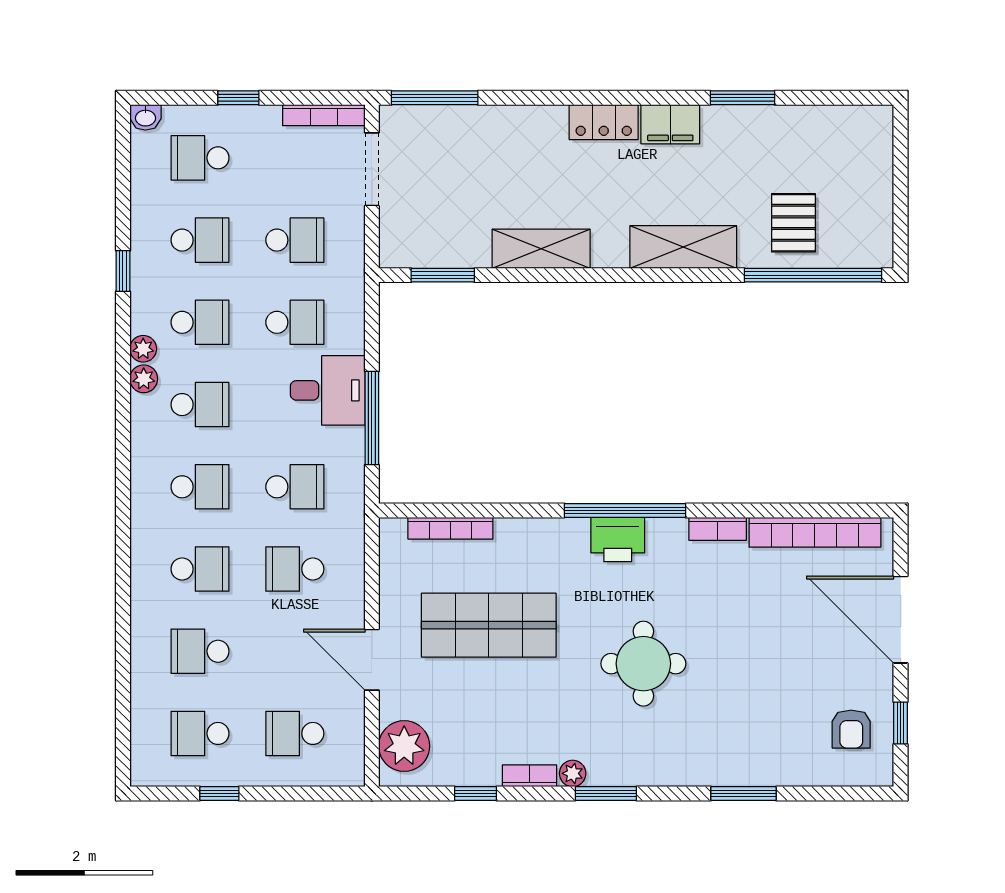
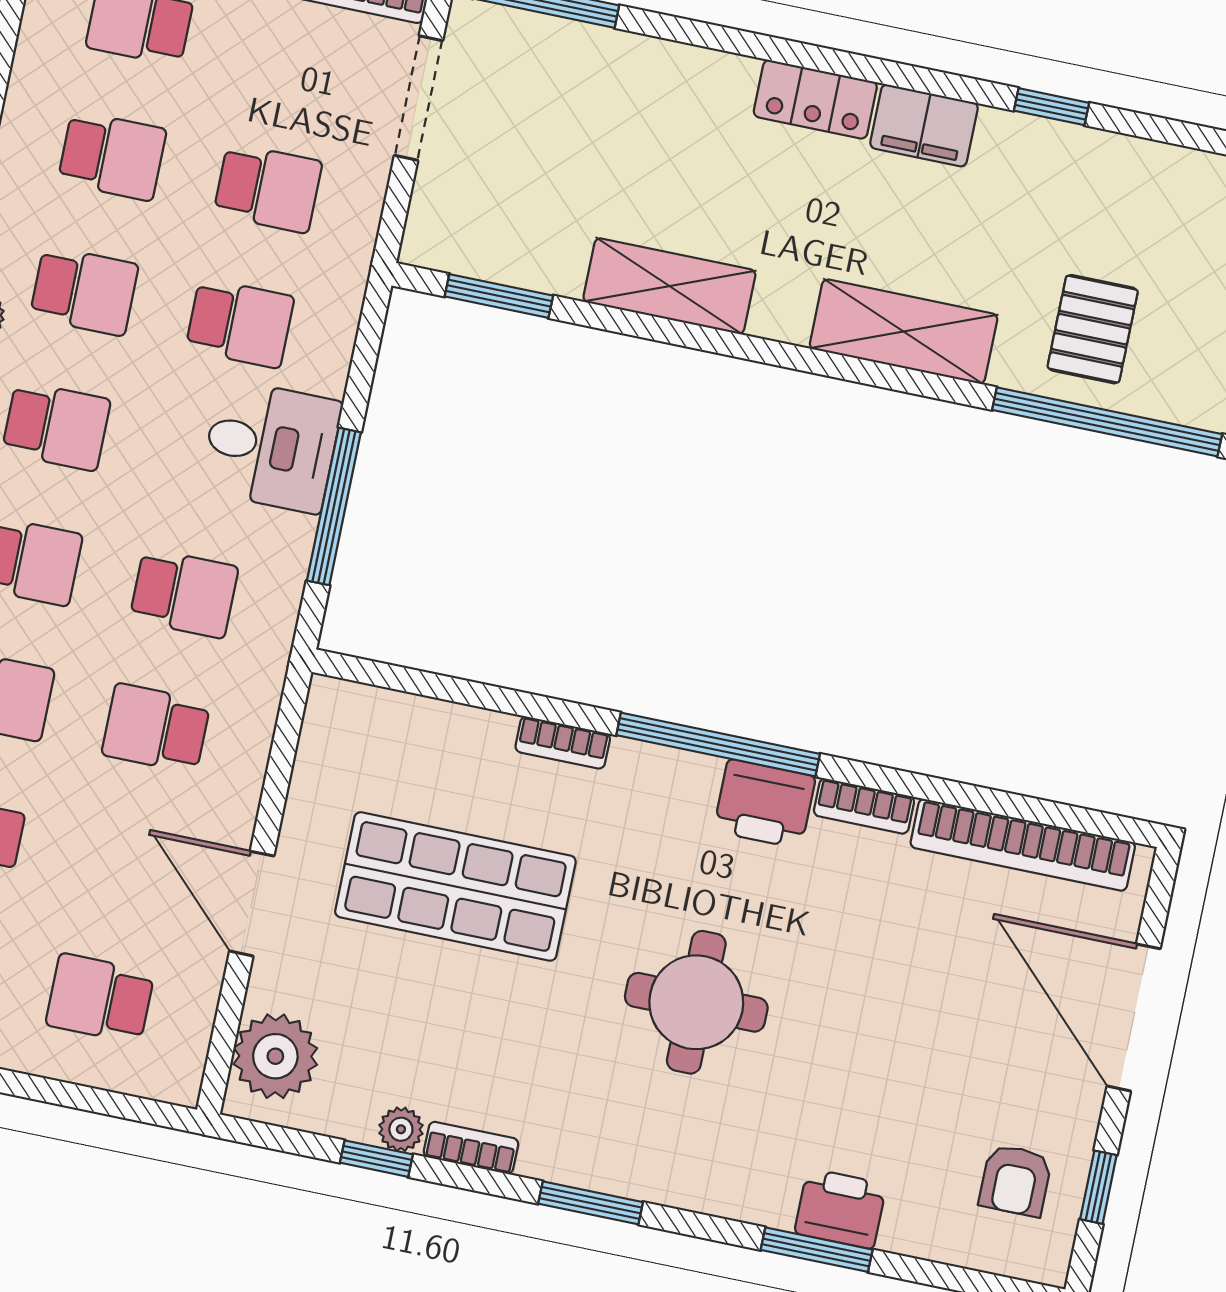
window: (742, 98) -> (1052, 107), width x0.67
bookcase: (450, 528) -> (563, 743), moved, width x0.64
printer: (618, 539) -> (764, 804), moved
printer: (753, 767) -> (840, 1209), added
plant: (573, 773) -> (401, 1129), moved

